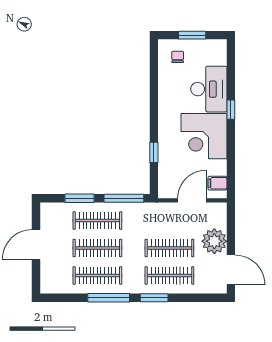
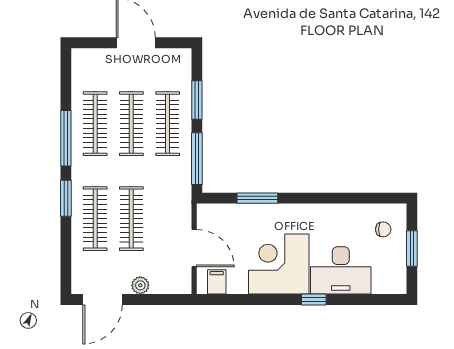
window: (154, 152) -> (257, 198), width x1.50
plant: (214, 241) -> (140, 285), width x0.53, depth x0.53

